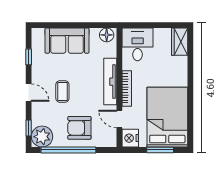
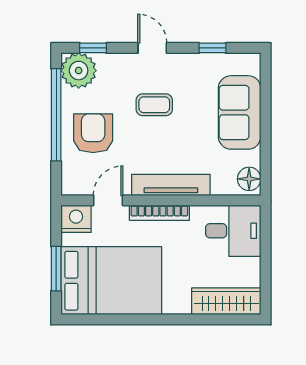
wardrobe: (180, 42) -> (226, 301), width x1.50
door: (29, 93) -> (152, 48), swing flipped

